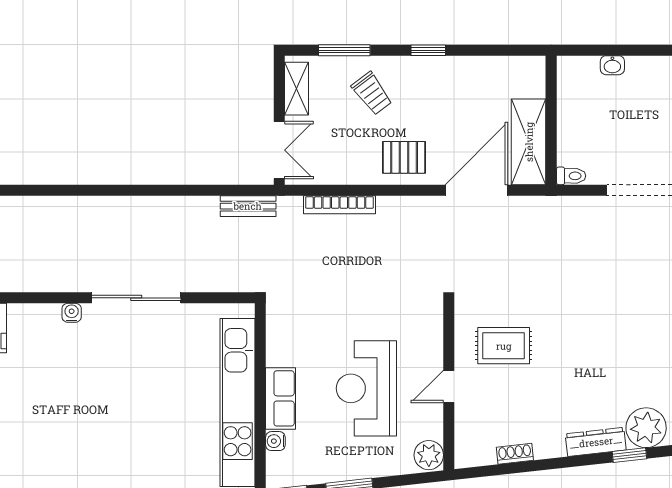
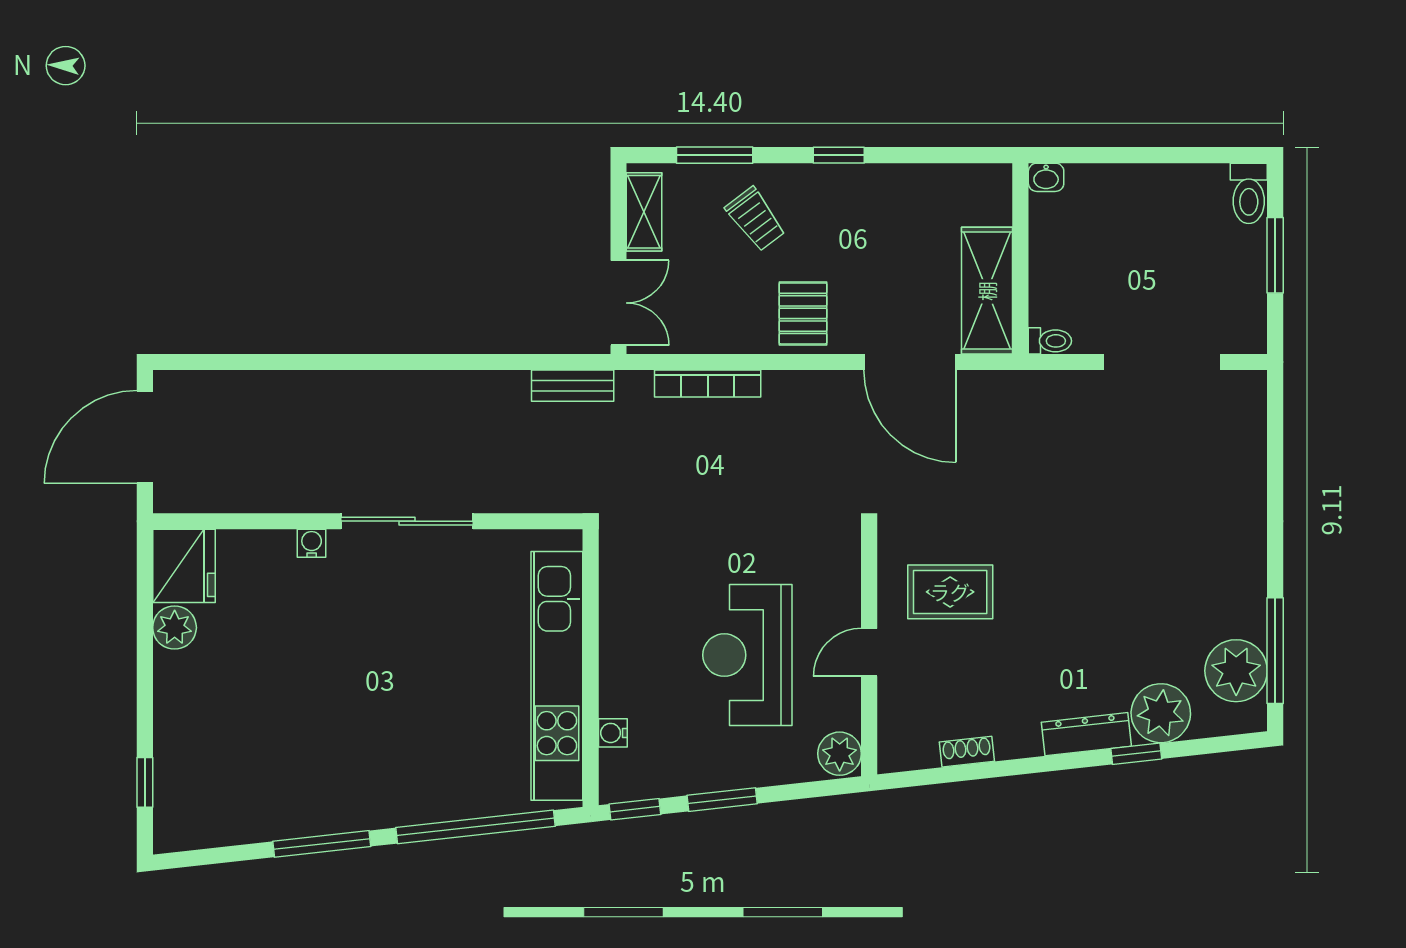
washbasin: (612, 65) -> (1046, 177), moved
pallet: (404, 157) -> (803, 313), turned 90
door: (476, 190) -> (910, 362), swing flipped
row of seats: (280, 398) -> (620, 670), removed

